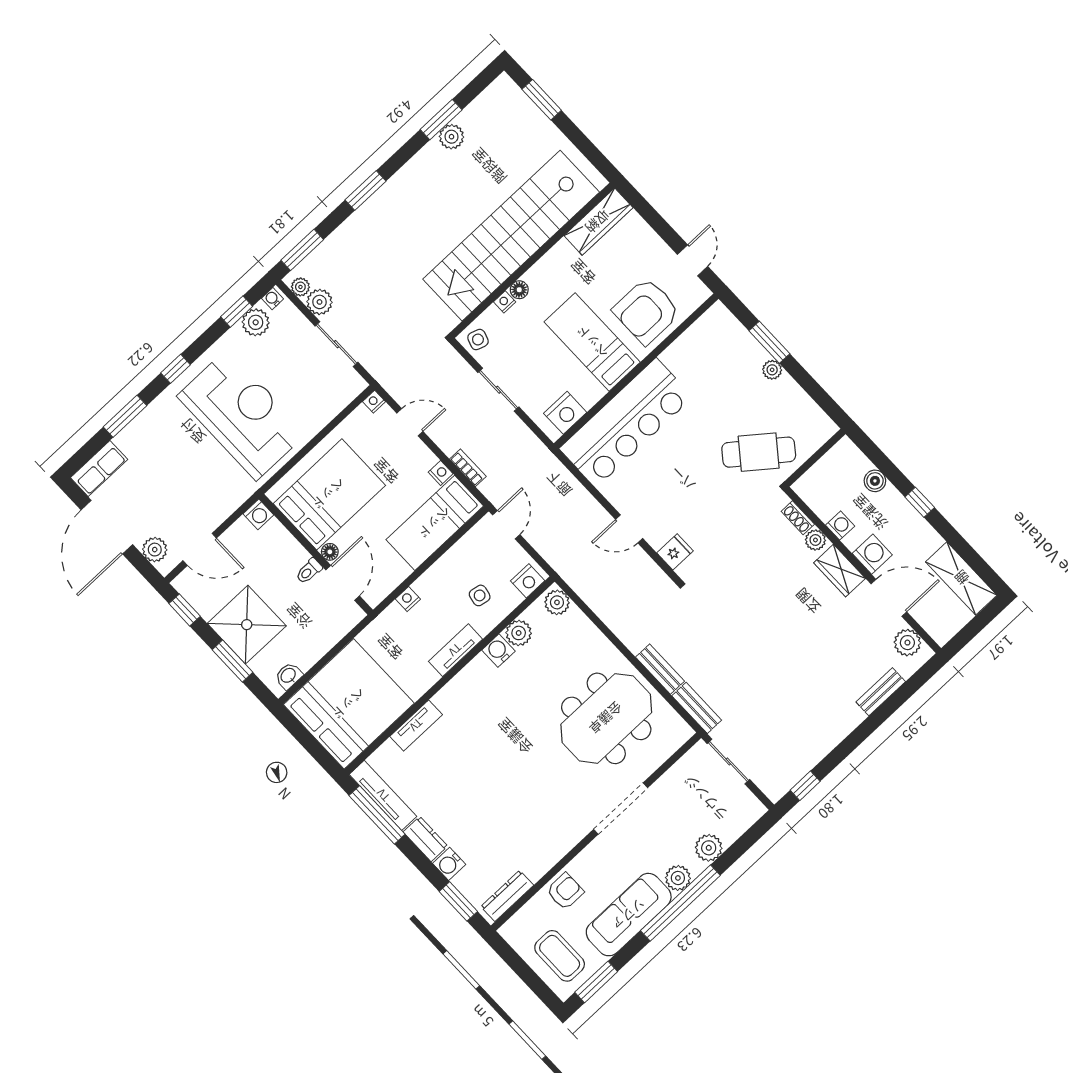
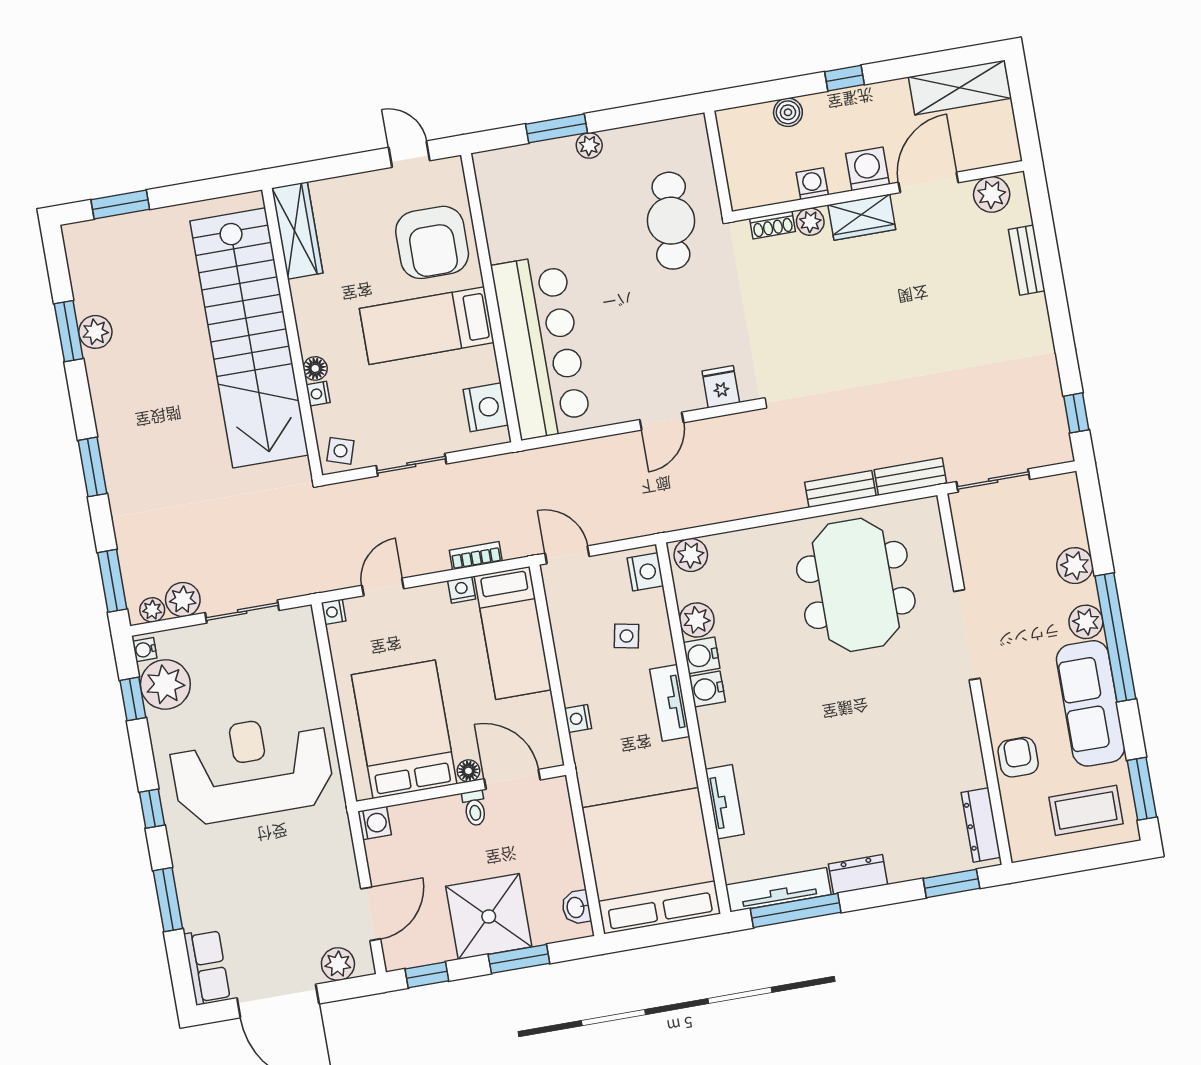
plant: (256, 322) -> (165, 684), width x1.36, depth x1.36
cafe table: (759, 452) -> (671, 221), turned -32
water cooler: (449, 864) -> (707, 689), moved, turned 90

